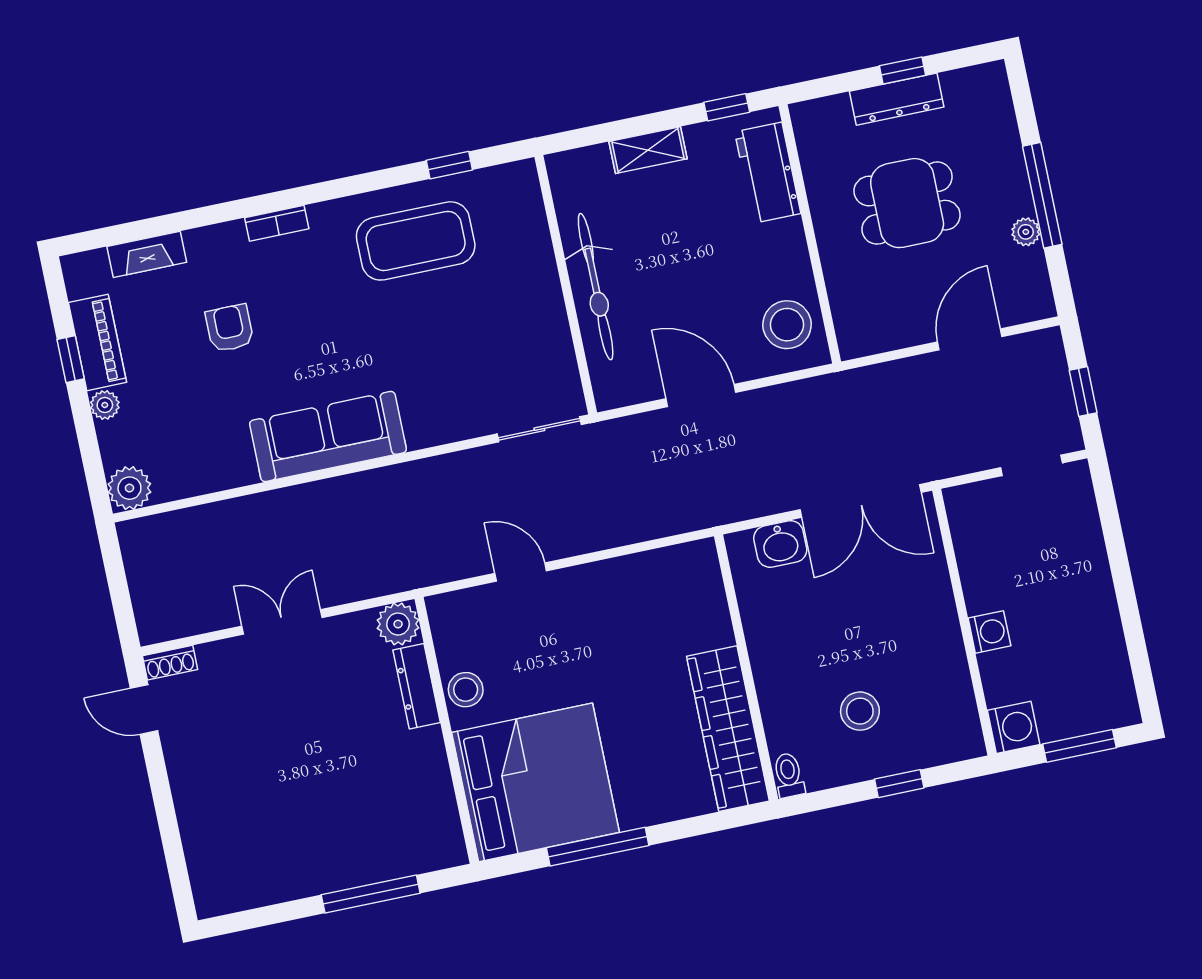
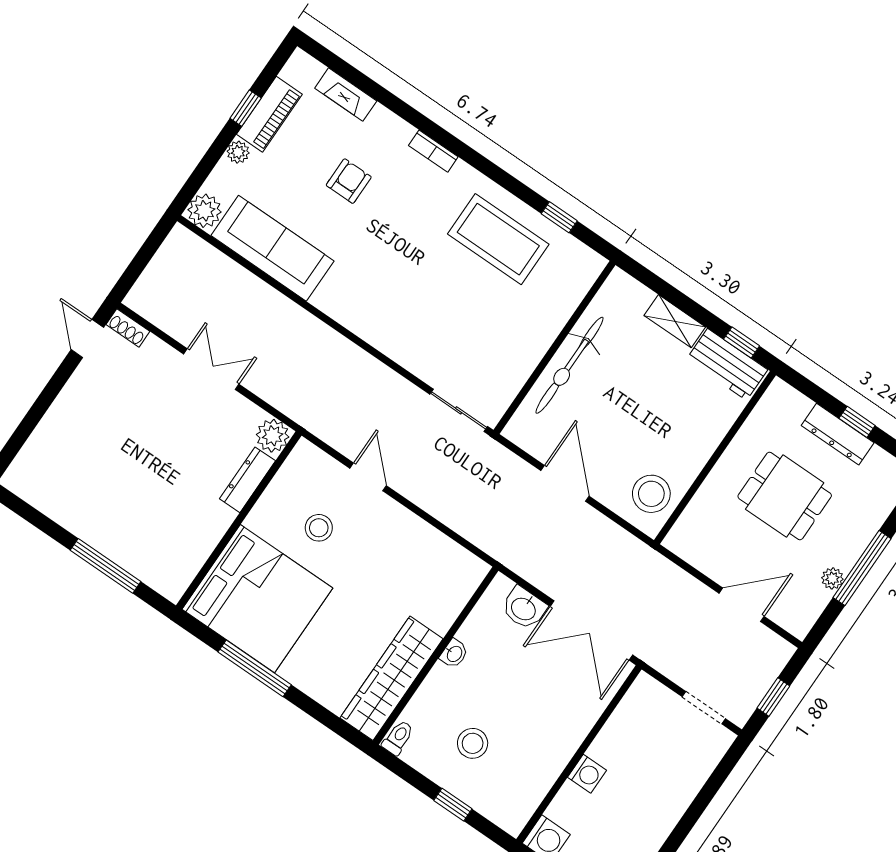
workbench: (768, 173) -> (727, 364), moved, turned -90
sofa: (328, 437) -> (272, 248), moved
washbasin: (760, 649) -> (454, 654), added
stool: (466, 690) -> (319, 528), moved

